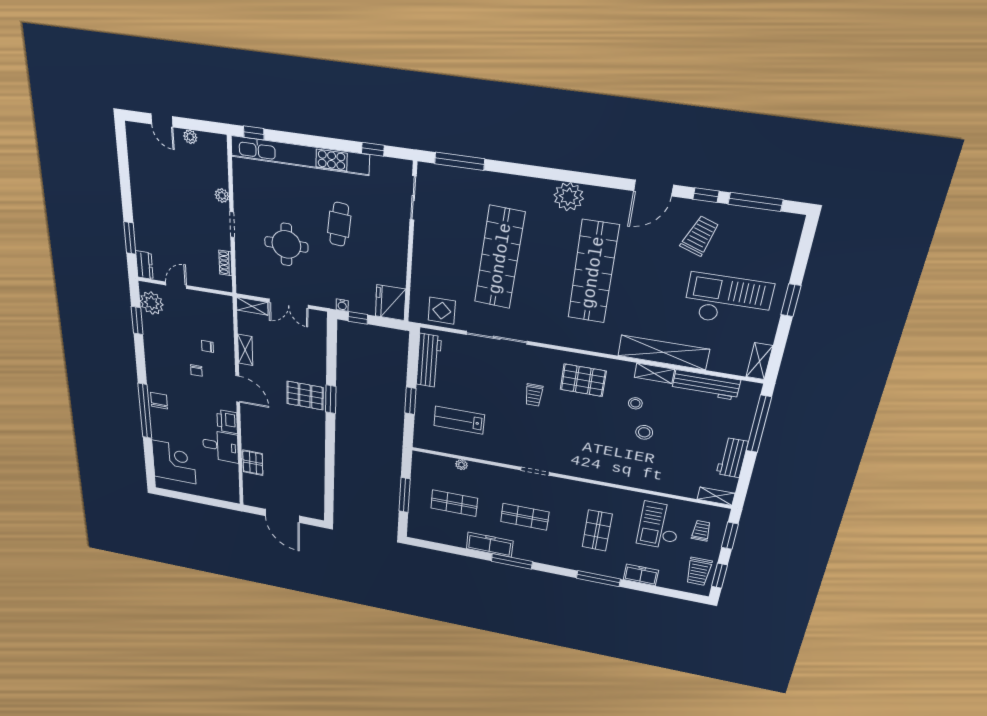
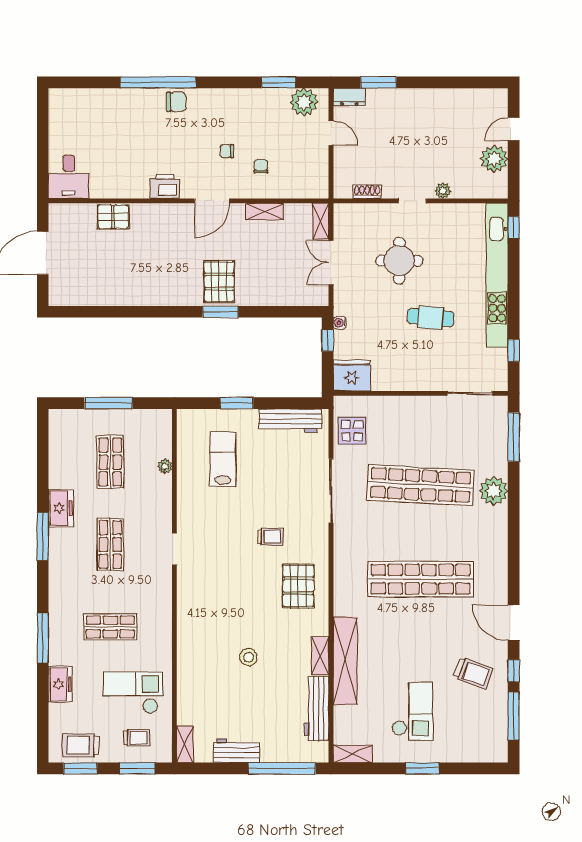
plant: (190, 137) -> (494, 159), width x1.88, depth x1.88
plant: (569, 197) -> (494, 491), moved
checkout: (728, 300) -> (412, 711), width x0.73, depth x0.83
trolley: (534, 395) -> (271, 537), turned 180
stool: (635, 403) -> (281, 643), removed
desk: (221, 446) -> (69, 177), moved
corner desk: (174, 462) -> (92, 115), removed
freezer: (490, 545) -> (61, 508), width x0.71

